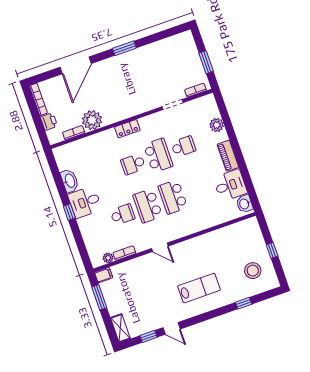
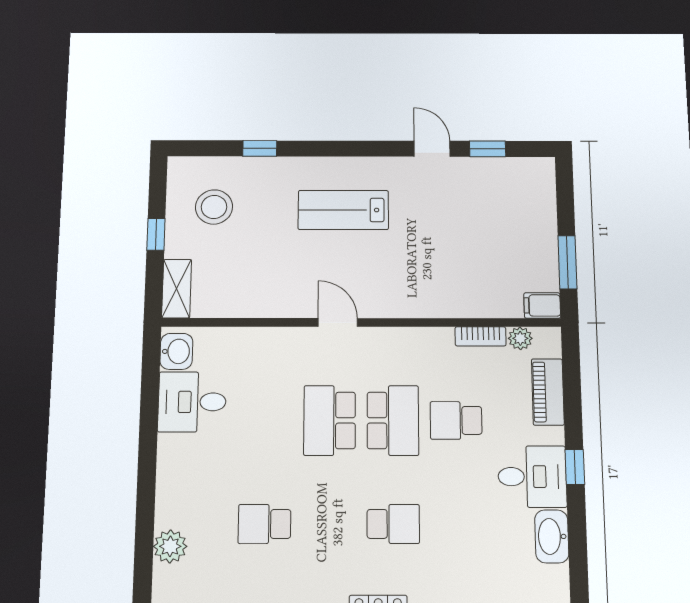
school desk: (158, 155) -> (329, 524), removed
piano: (228, 156) -> (548, 392), moved, turned 180
school desk: (173, 197) -> (330, 420), turned 180
door: (160, 247) -> (338, 322), moved
shelving: (120, 328) -> (177, 289), moved

